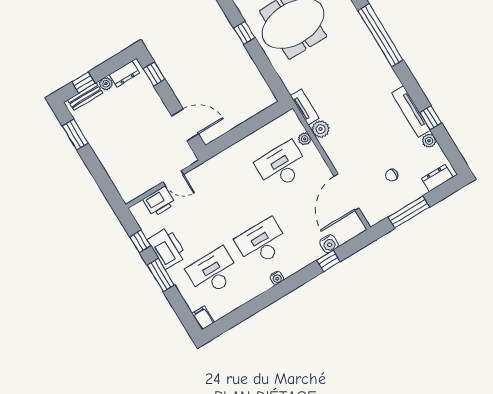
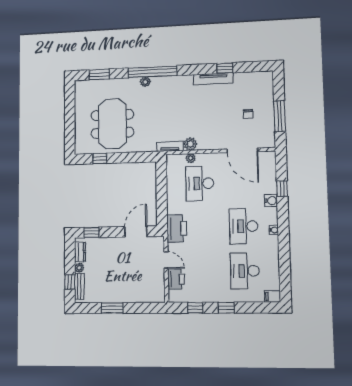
window: (75, 134) -> (112, 308), moved
plant: (429, 141) -> (145, 82), moved
door: (173, 178) -> (166, 260), hinge flipped
dresser: (437, 178) -> (267, 85), removed
water cooler: (329, 244) -> (271, 201), moved
printer: (167, 248) -> (177, 228), moved, turned 90
window: (161, 275) -> (226, 308), width x0.67

